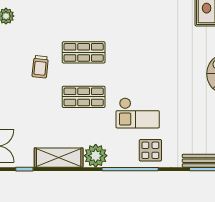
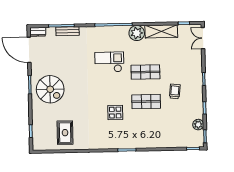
display table: (150, 150) -> (115, 113), moved

